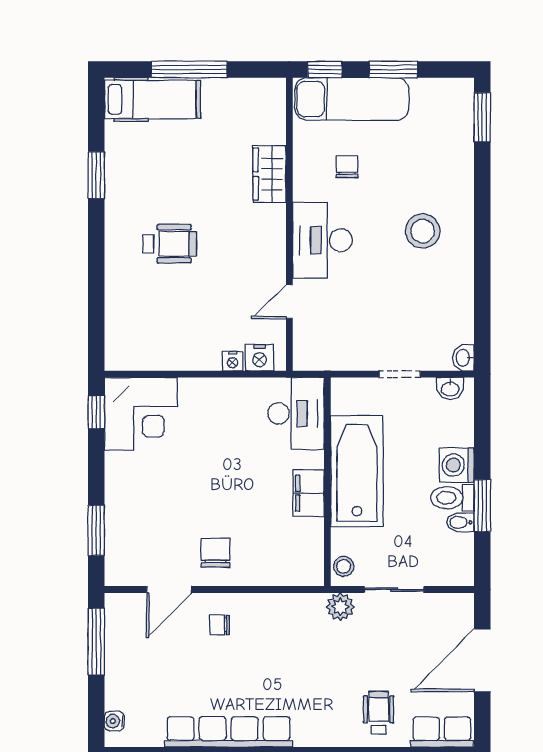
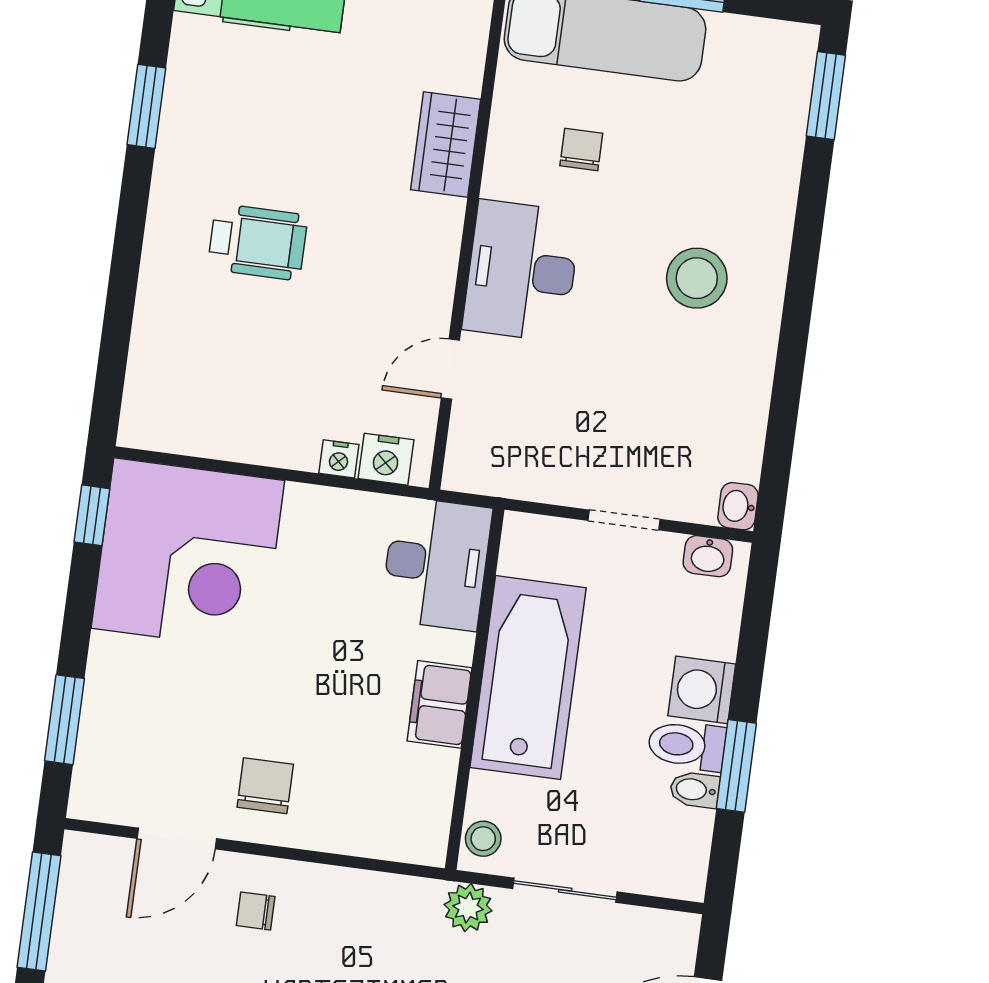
corner desk: (141, 414) -> (188, 554), width x1.36, depth x1.36

